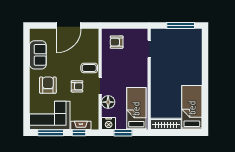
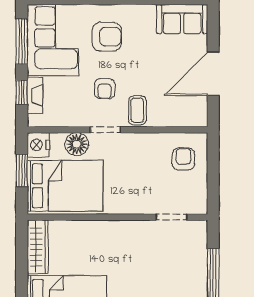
door: (69, 25) -> (213, 74), hinge flipped
sofa: (38, 55) -> (182, 19), moved
bed: (136, 109) -> (65, 186), width x1.50

